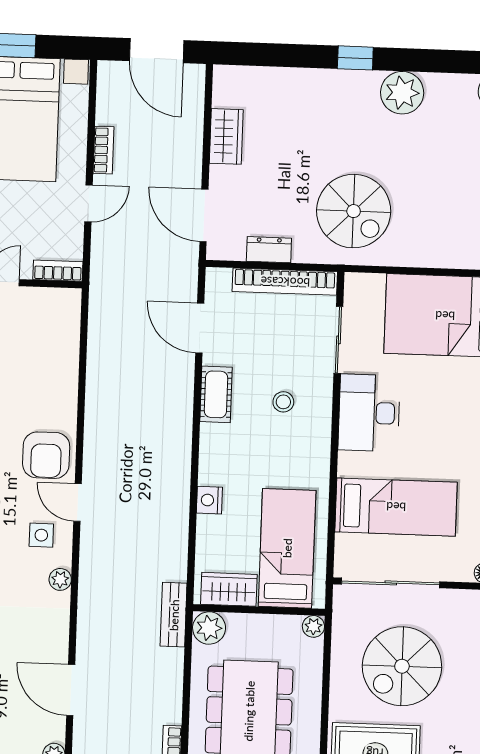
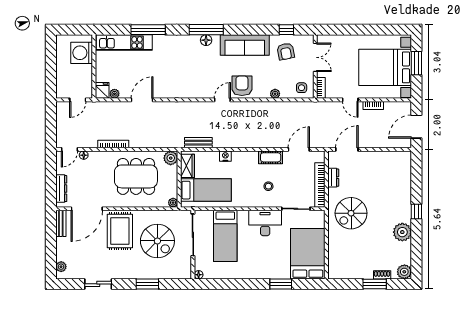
wardrobe: (226, 136) -> (381, 158), removed
armchair: (46, 455) -> (242, 86), turned 90
side table: (41, 535) -> (302, 88), moved
plant: (60, 579) -> (275, 94), moved
bench: (174, 615) -> (198, 143), moved
spiral stairs: (402, 666) -> (157, 241), turned 180

